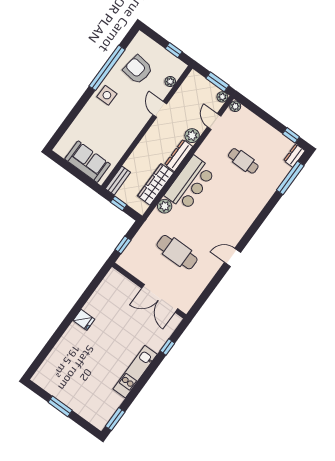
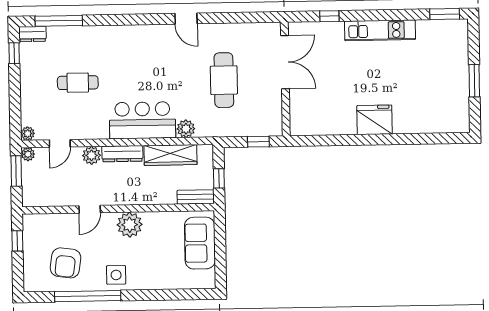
plant: (170, 81) -> (130, 225), moved, width x1.88, depth x1.88
cafe table: (243, 161) -> (78, 83), turned 90
fridge: (84, 320) -> (374, 120), width x1.88, depth x1.34

